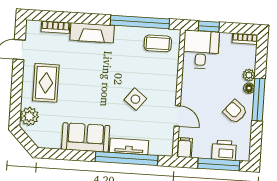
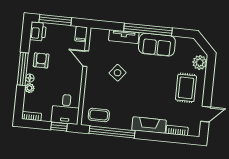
armchair: (235, 112) -> (41, 60), turned -130
printer: (224, 150) -> (38, 32), moved, turned -90
window: (127, 159) -> (148, 30), moved

